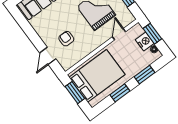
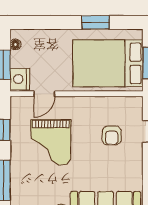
nightstand: (145, 42) -> (20, 79), moved
window: (144, 75) -> (50, 22), removed

